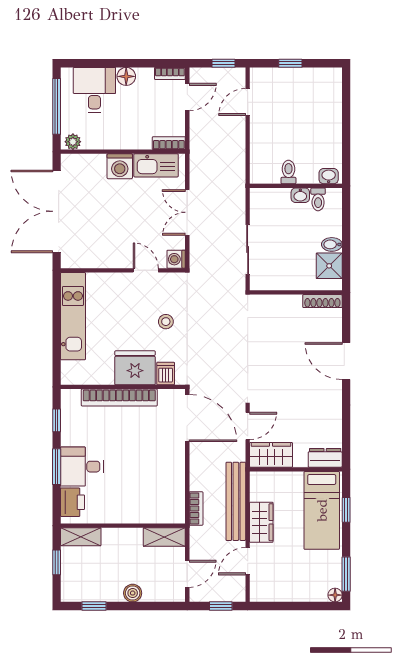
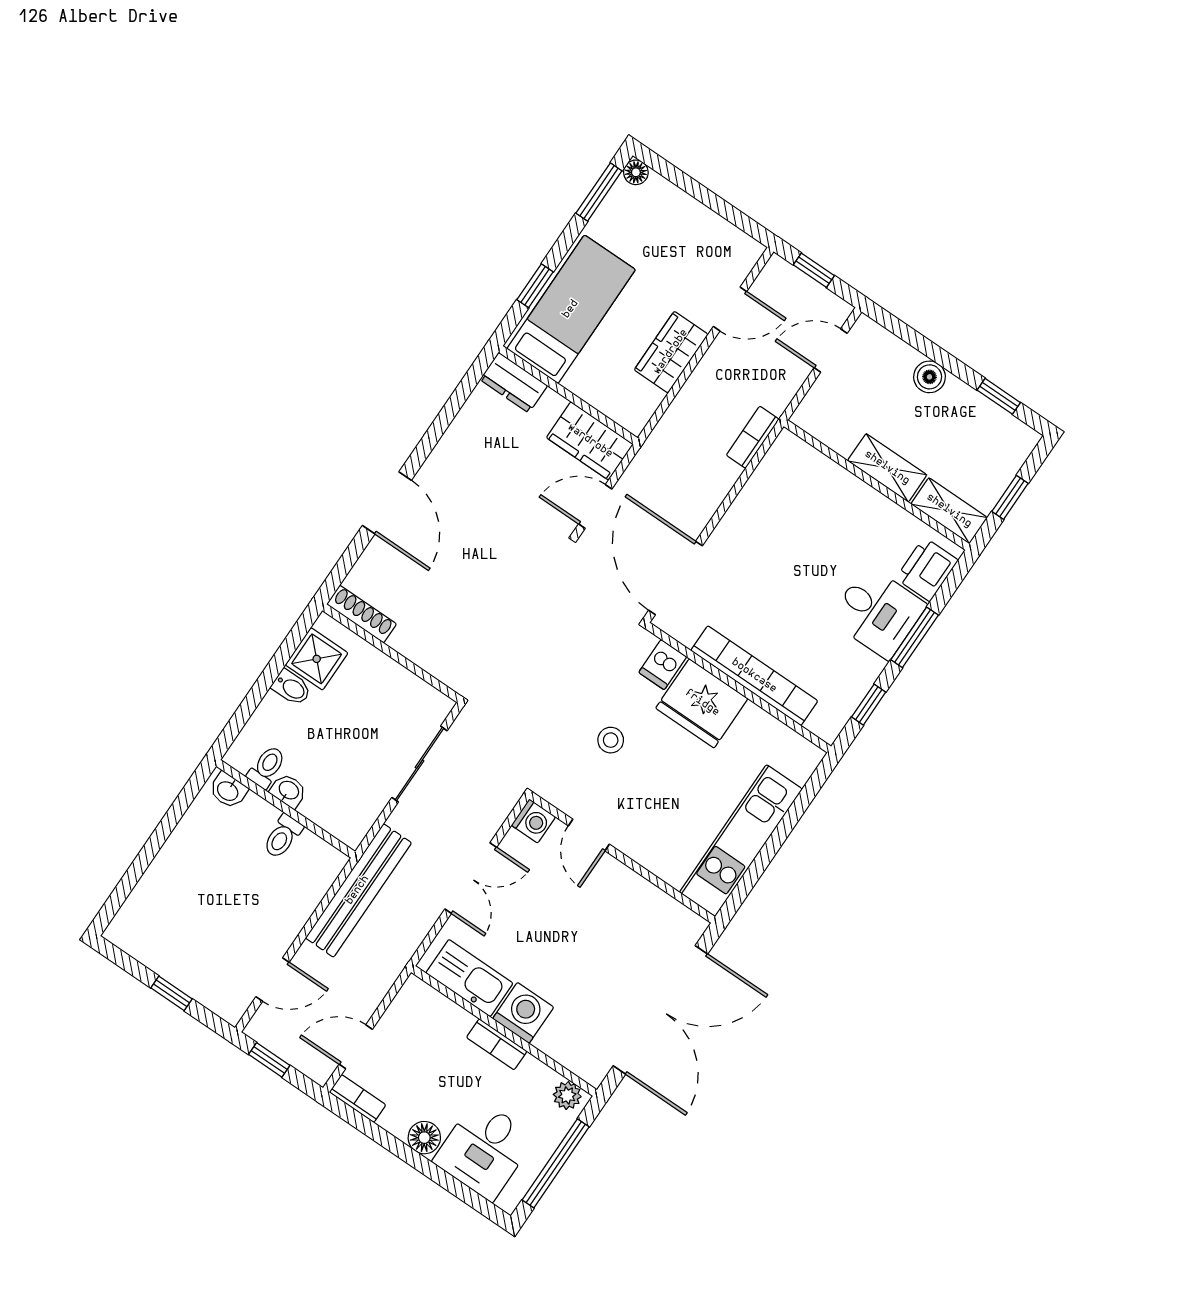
bookcase: (169, 143) -> (497, 1044), moved
bench: (236, 501) -> (358, 890), moved
shelving: (164, 537) -> (887, 468), moved

